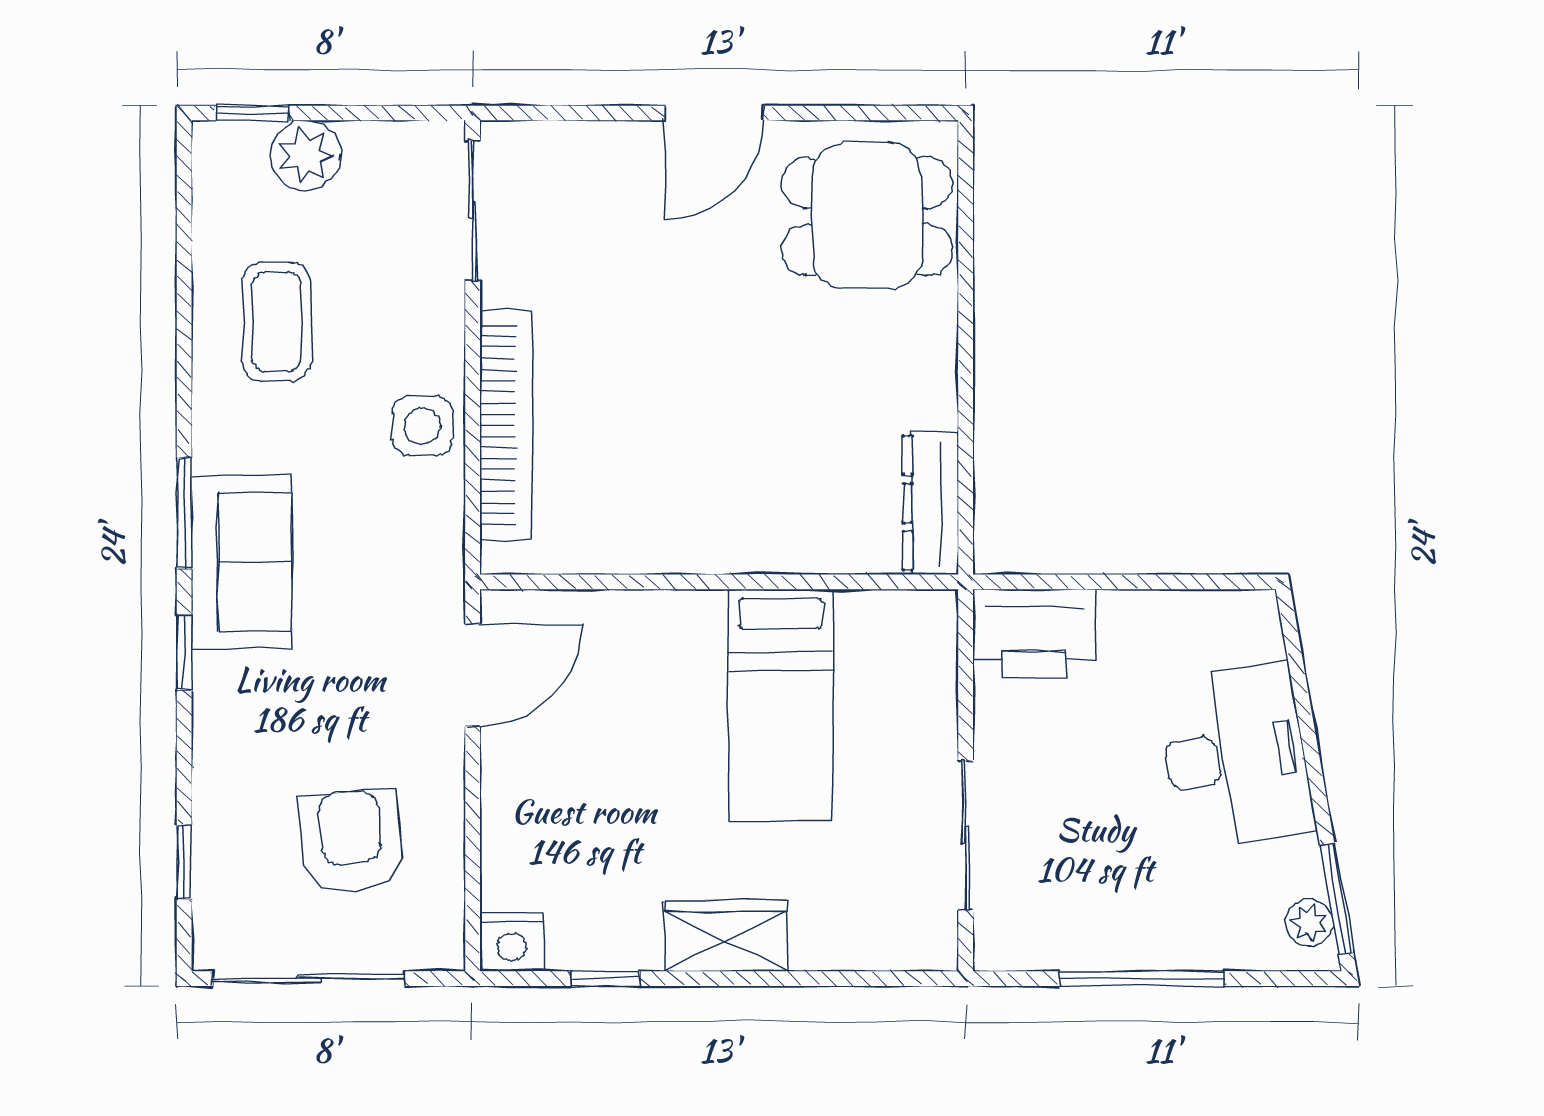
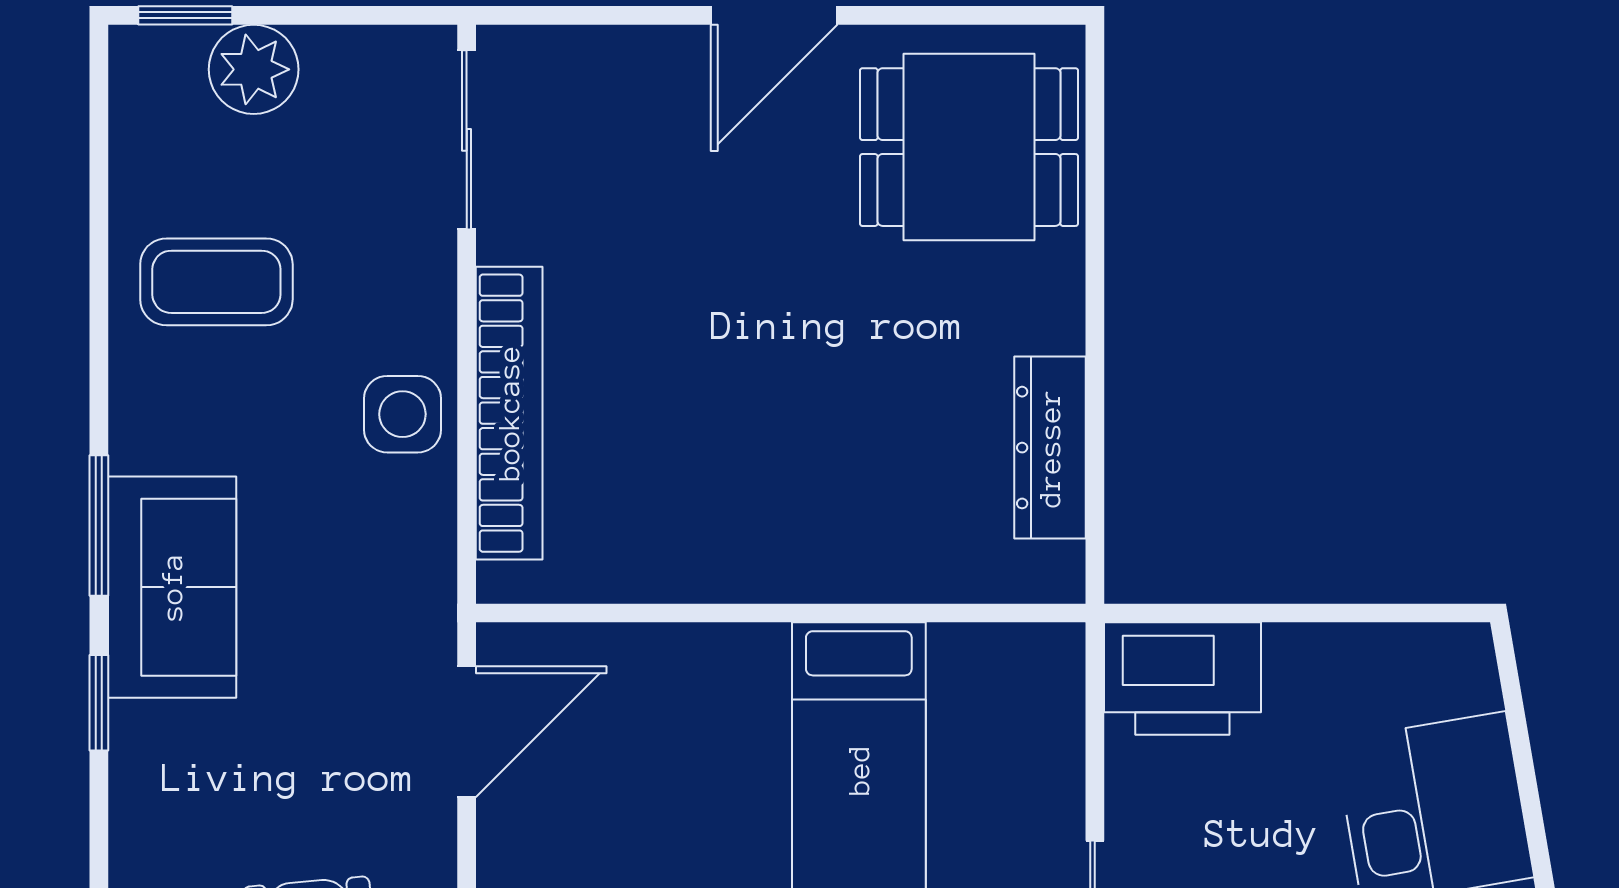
coffee table: (276, 322) -> (216, 282), turned 90
dresser: (930, 503) -> (1050, 448), moved

